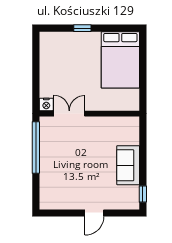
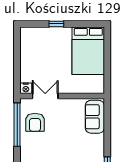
armchair: (57, 145) -> (35, 122), added
sofa: (128, 165) -> (95, 117), moved

